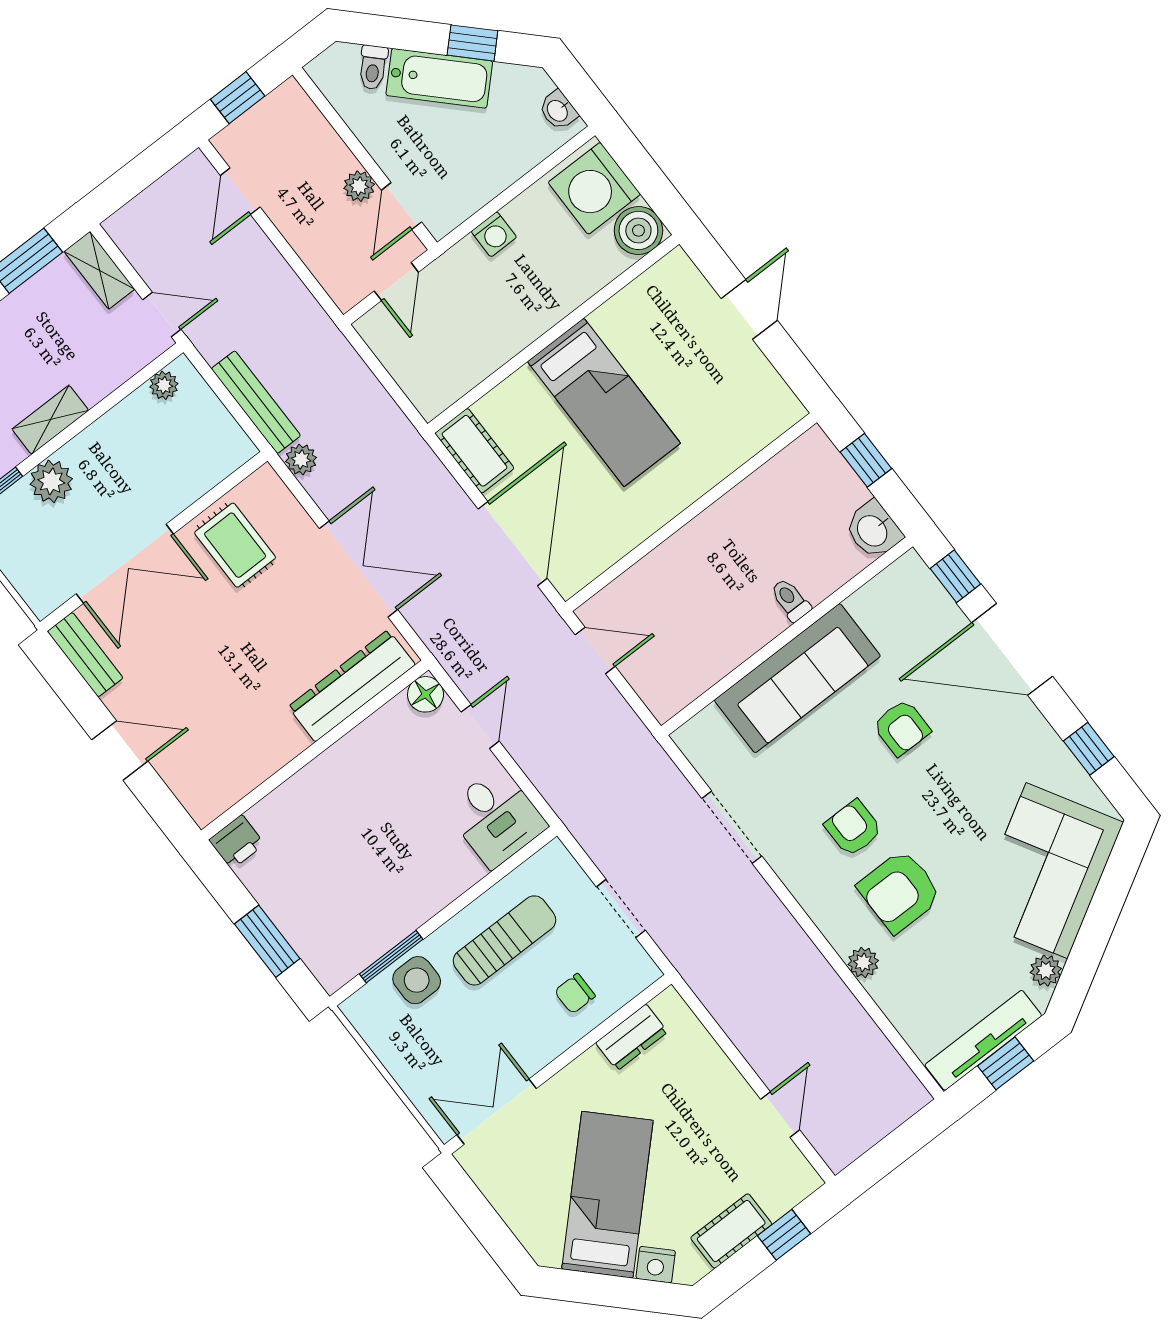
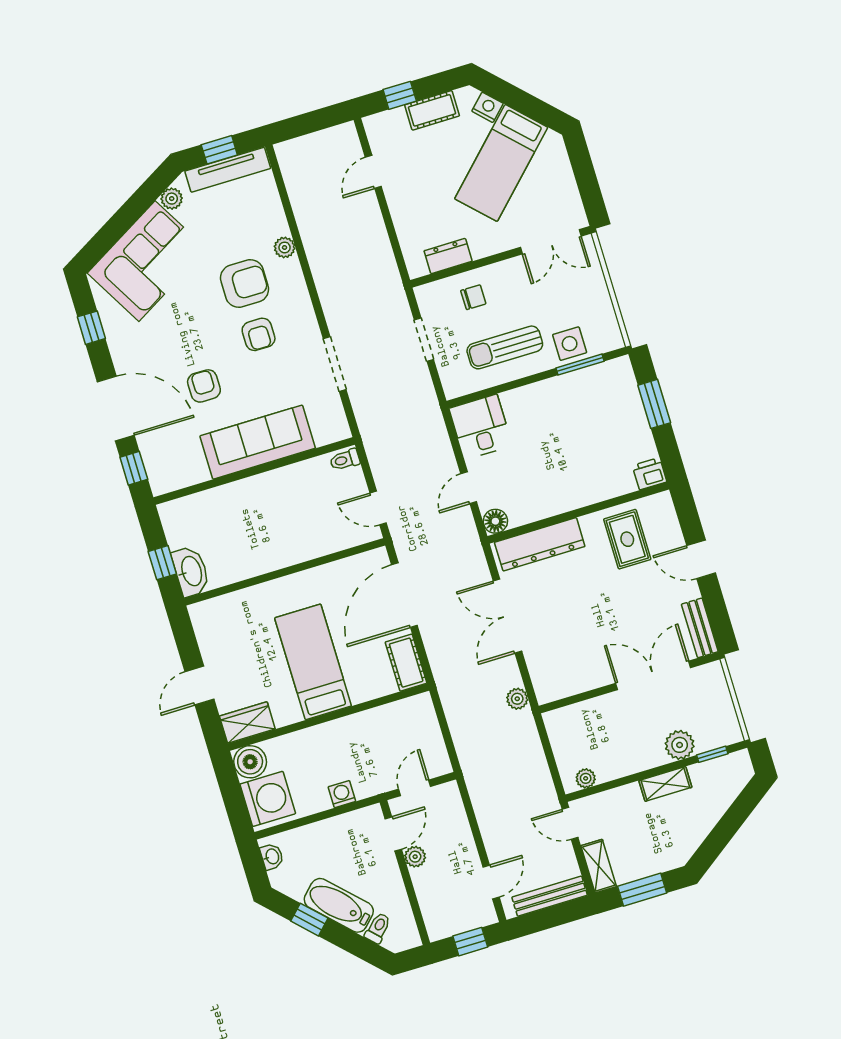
wardrobe: (663, 283) -> (247, 722), added
bench: (256, 402) -> (550, 896), moved, turned 90
washbasin: (873, 530) -> (191, 571), moved, width x1.38
rug: (235, 545) -> (627, 539), moved
toilet: (790, 600) -> (345, 460), moved, turned 90

